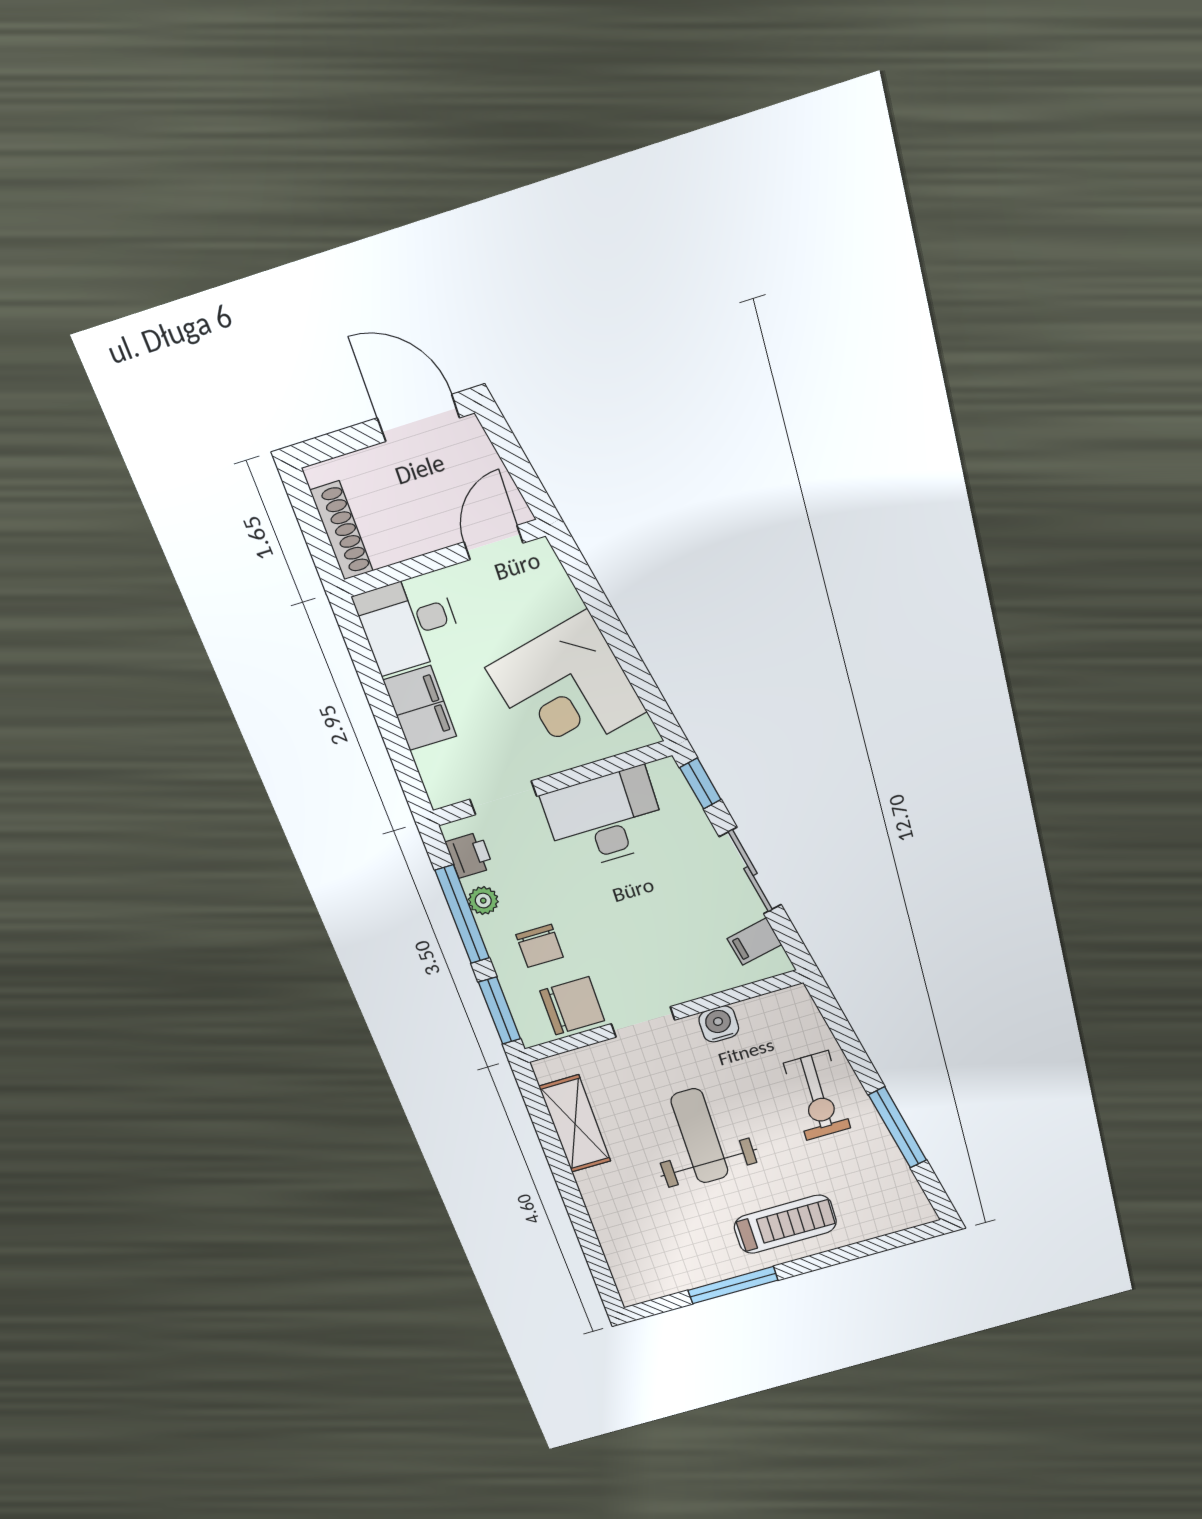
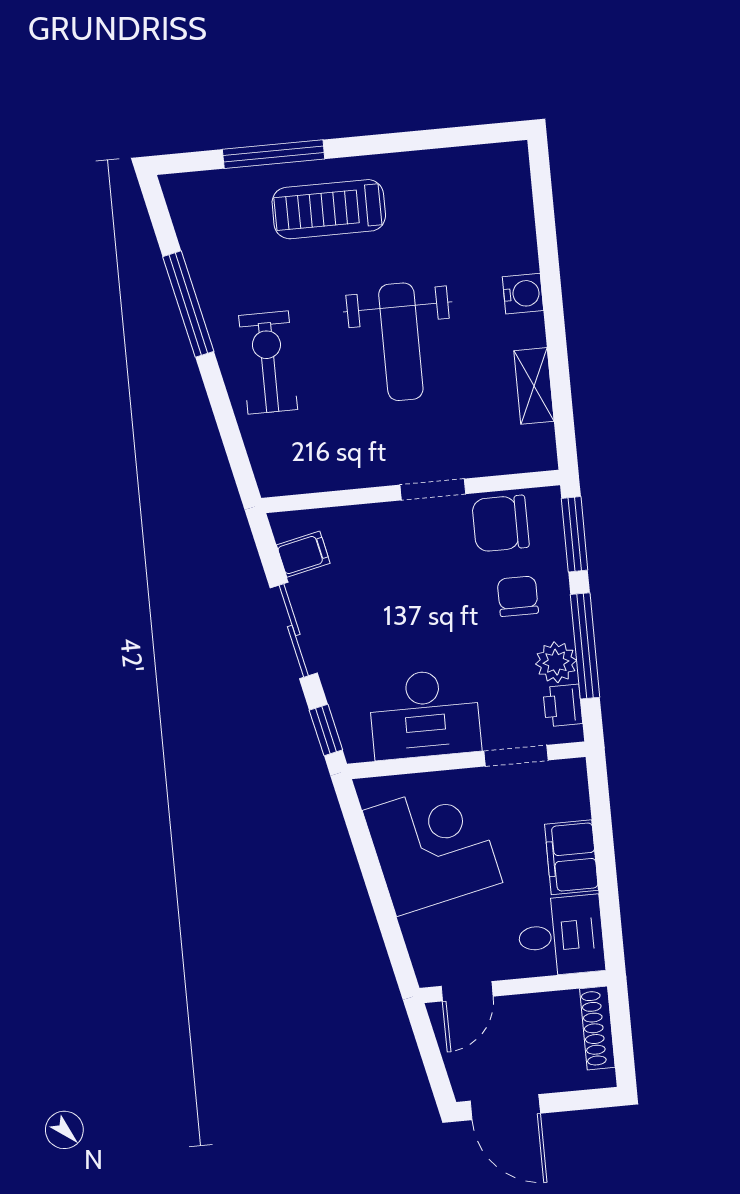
plant: (483, 901) -> (556, 662), width x1.38, depth x1.38
water cooler: (719, 1024) -> (523, 294), moved, turned -90
shelving: (575, 1124) -> (534, 386), width x0.67, depth x0.75
window: (733, 1285) -> (274, 154), moved

